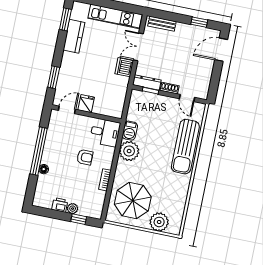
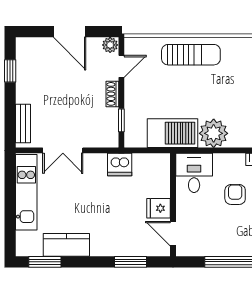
door: (221, 50) -> (70, 32), moved
dishwasher: (124, 67) -> (120, 165), moved
dresser: (147, 82) -> (111, 128), removed
plant: (203, 93) -> (110, 45), added
barbecue: (130, 131) -> (173, 133), width x1.88, depth x1.53
sun lounger: (185, 147) -> (191, 55), width x0.73, depth x0.75

